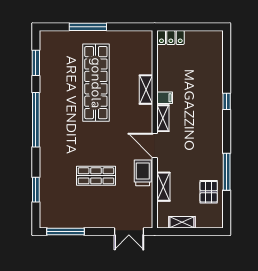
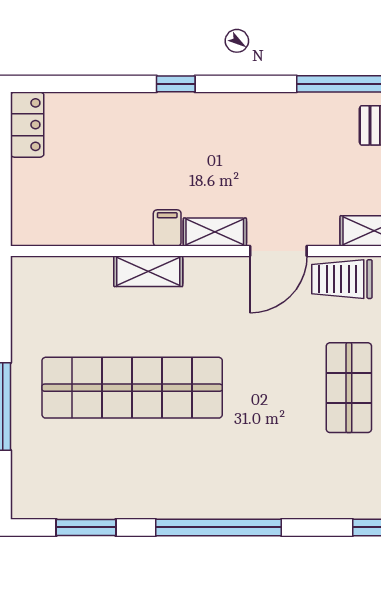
locker: (171, 37) -> (27, 125), moved

